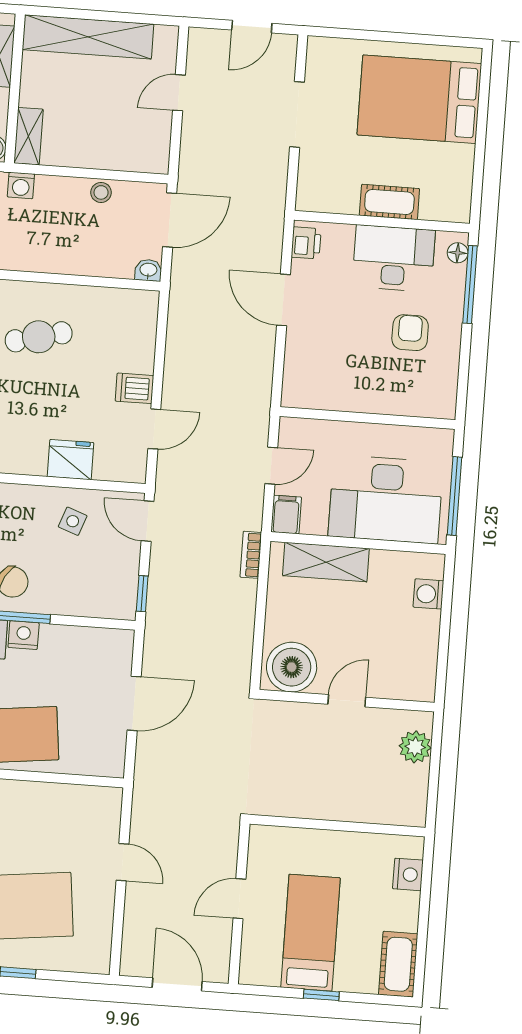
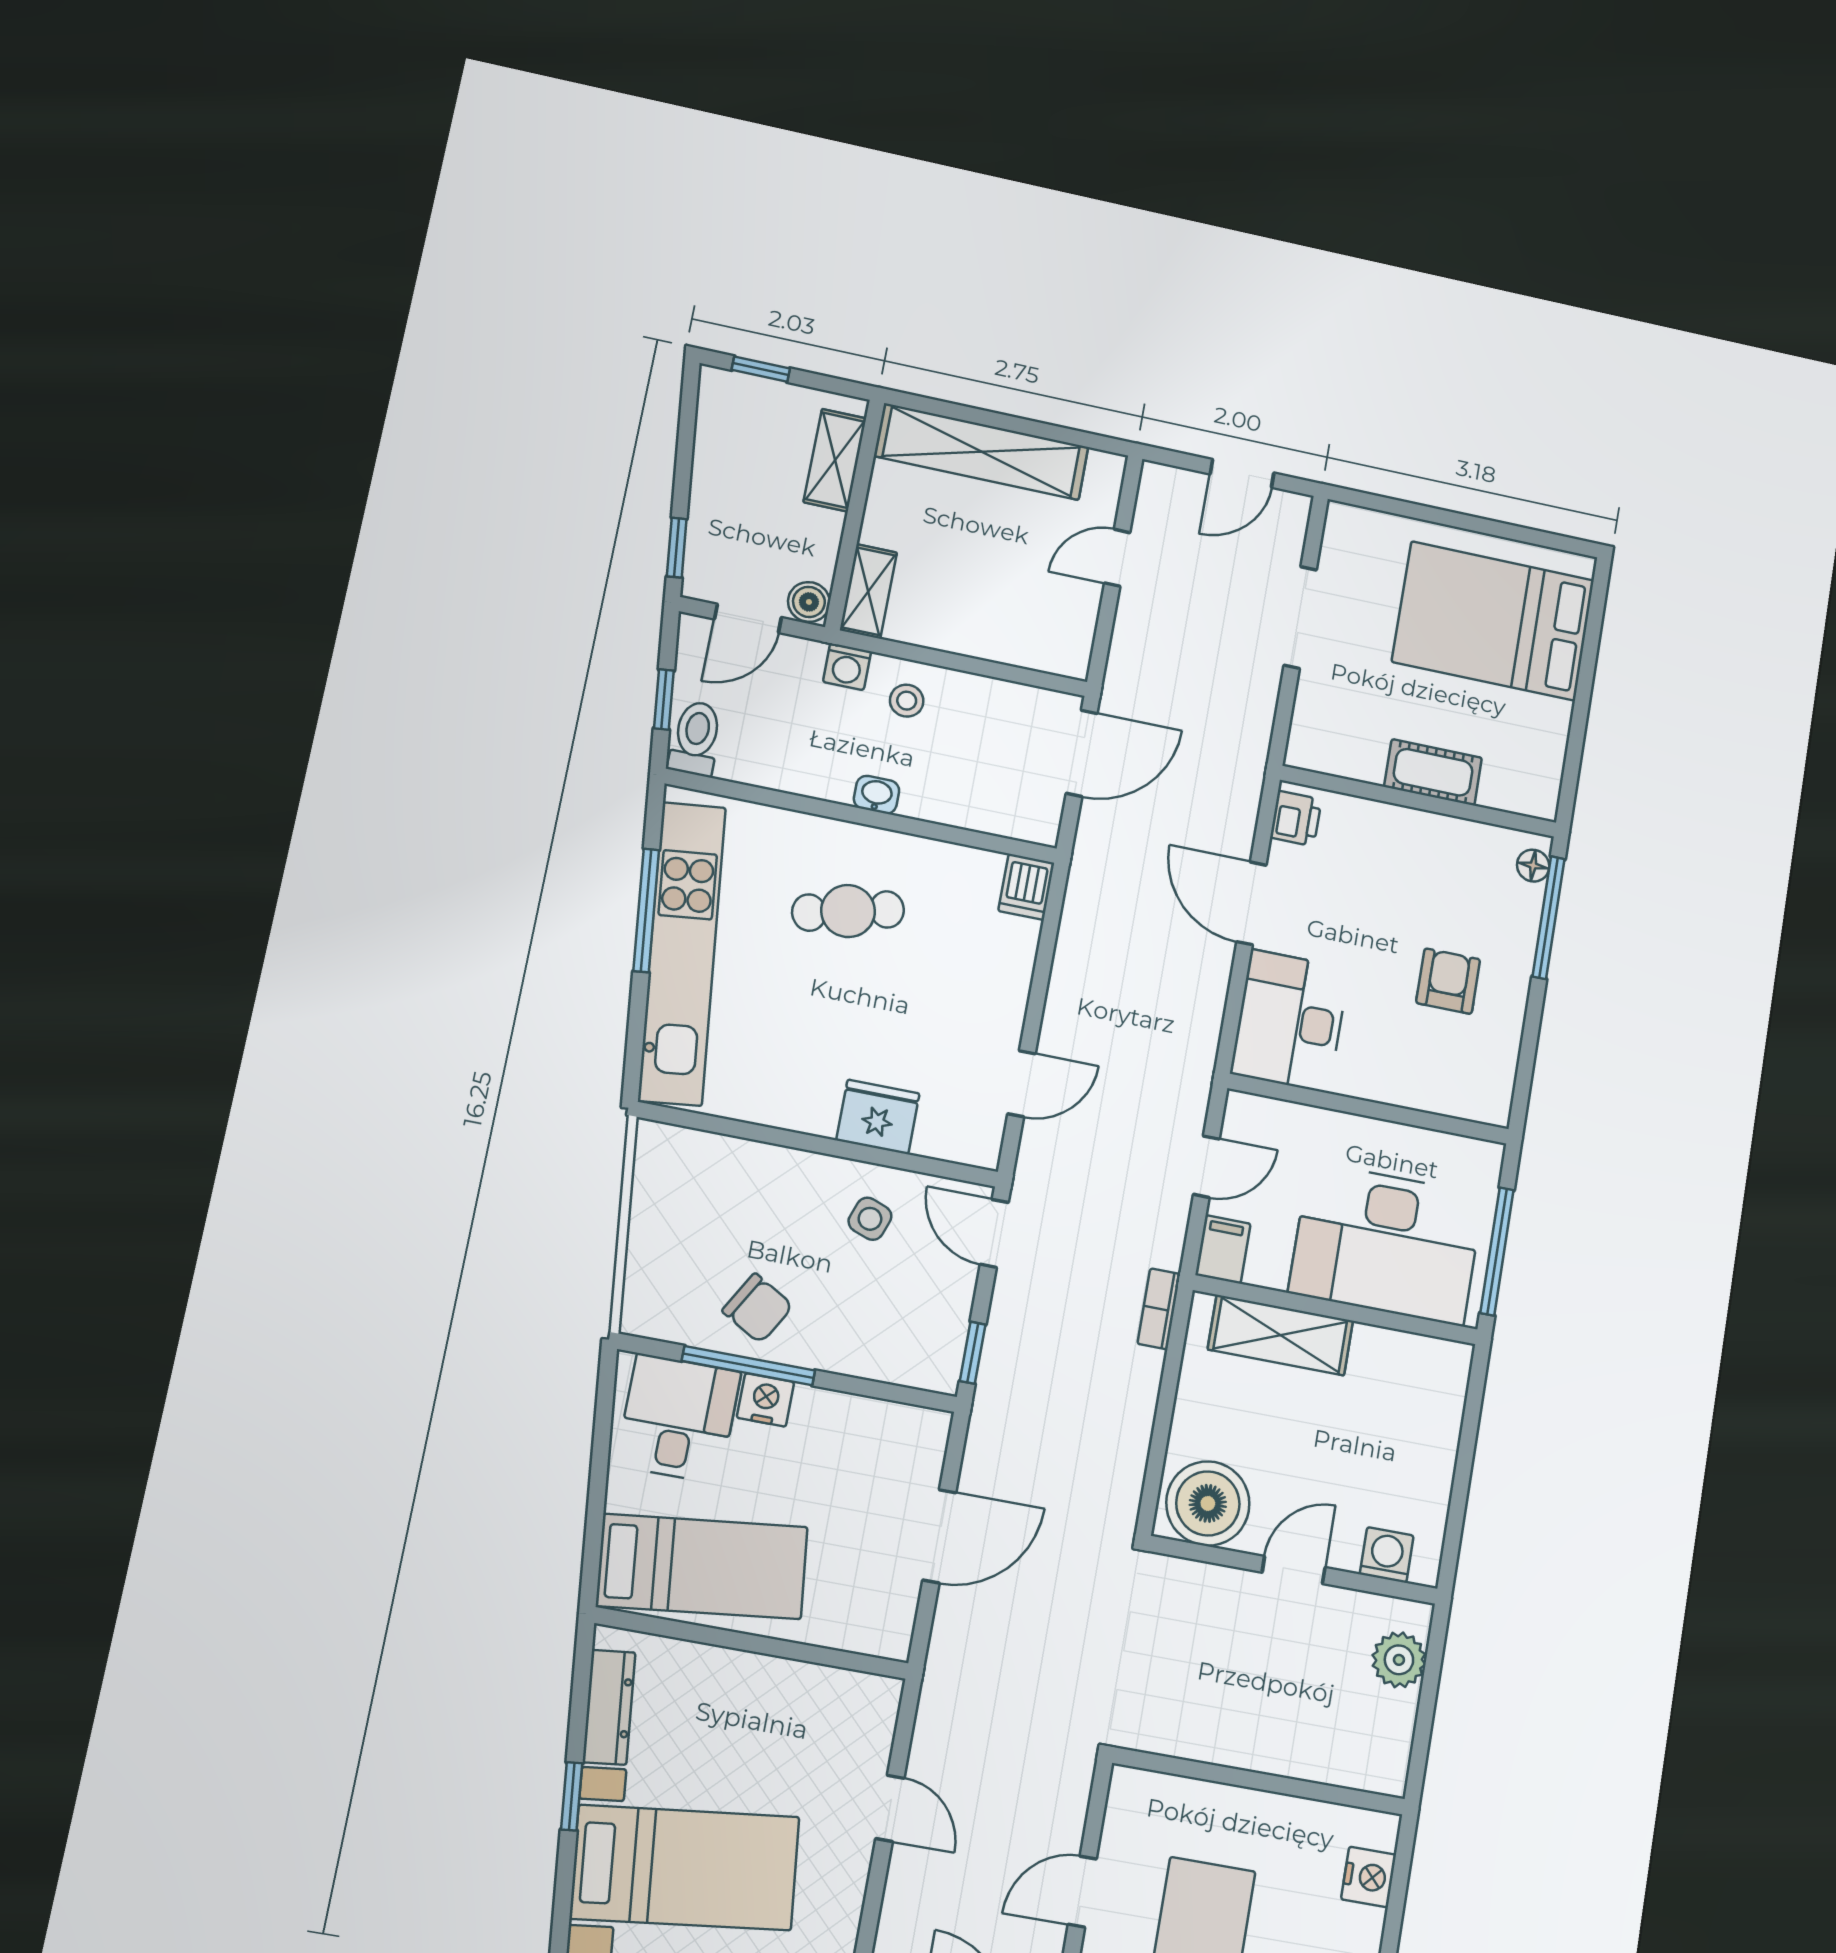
stool: (101, 192) -> (907, 701), moved
desk: (394, 258) -> (1290, 1021), moved, turned -90
washbasin: (148, 270) -> (876, 795), moved
dishwasher: (134, 388) -> (1026, 887), moved, turned -90
washing machine: (428, 594) -> (1387, 1555), moved, turned 90

